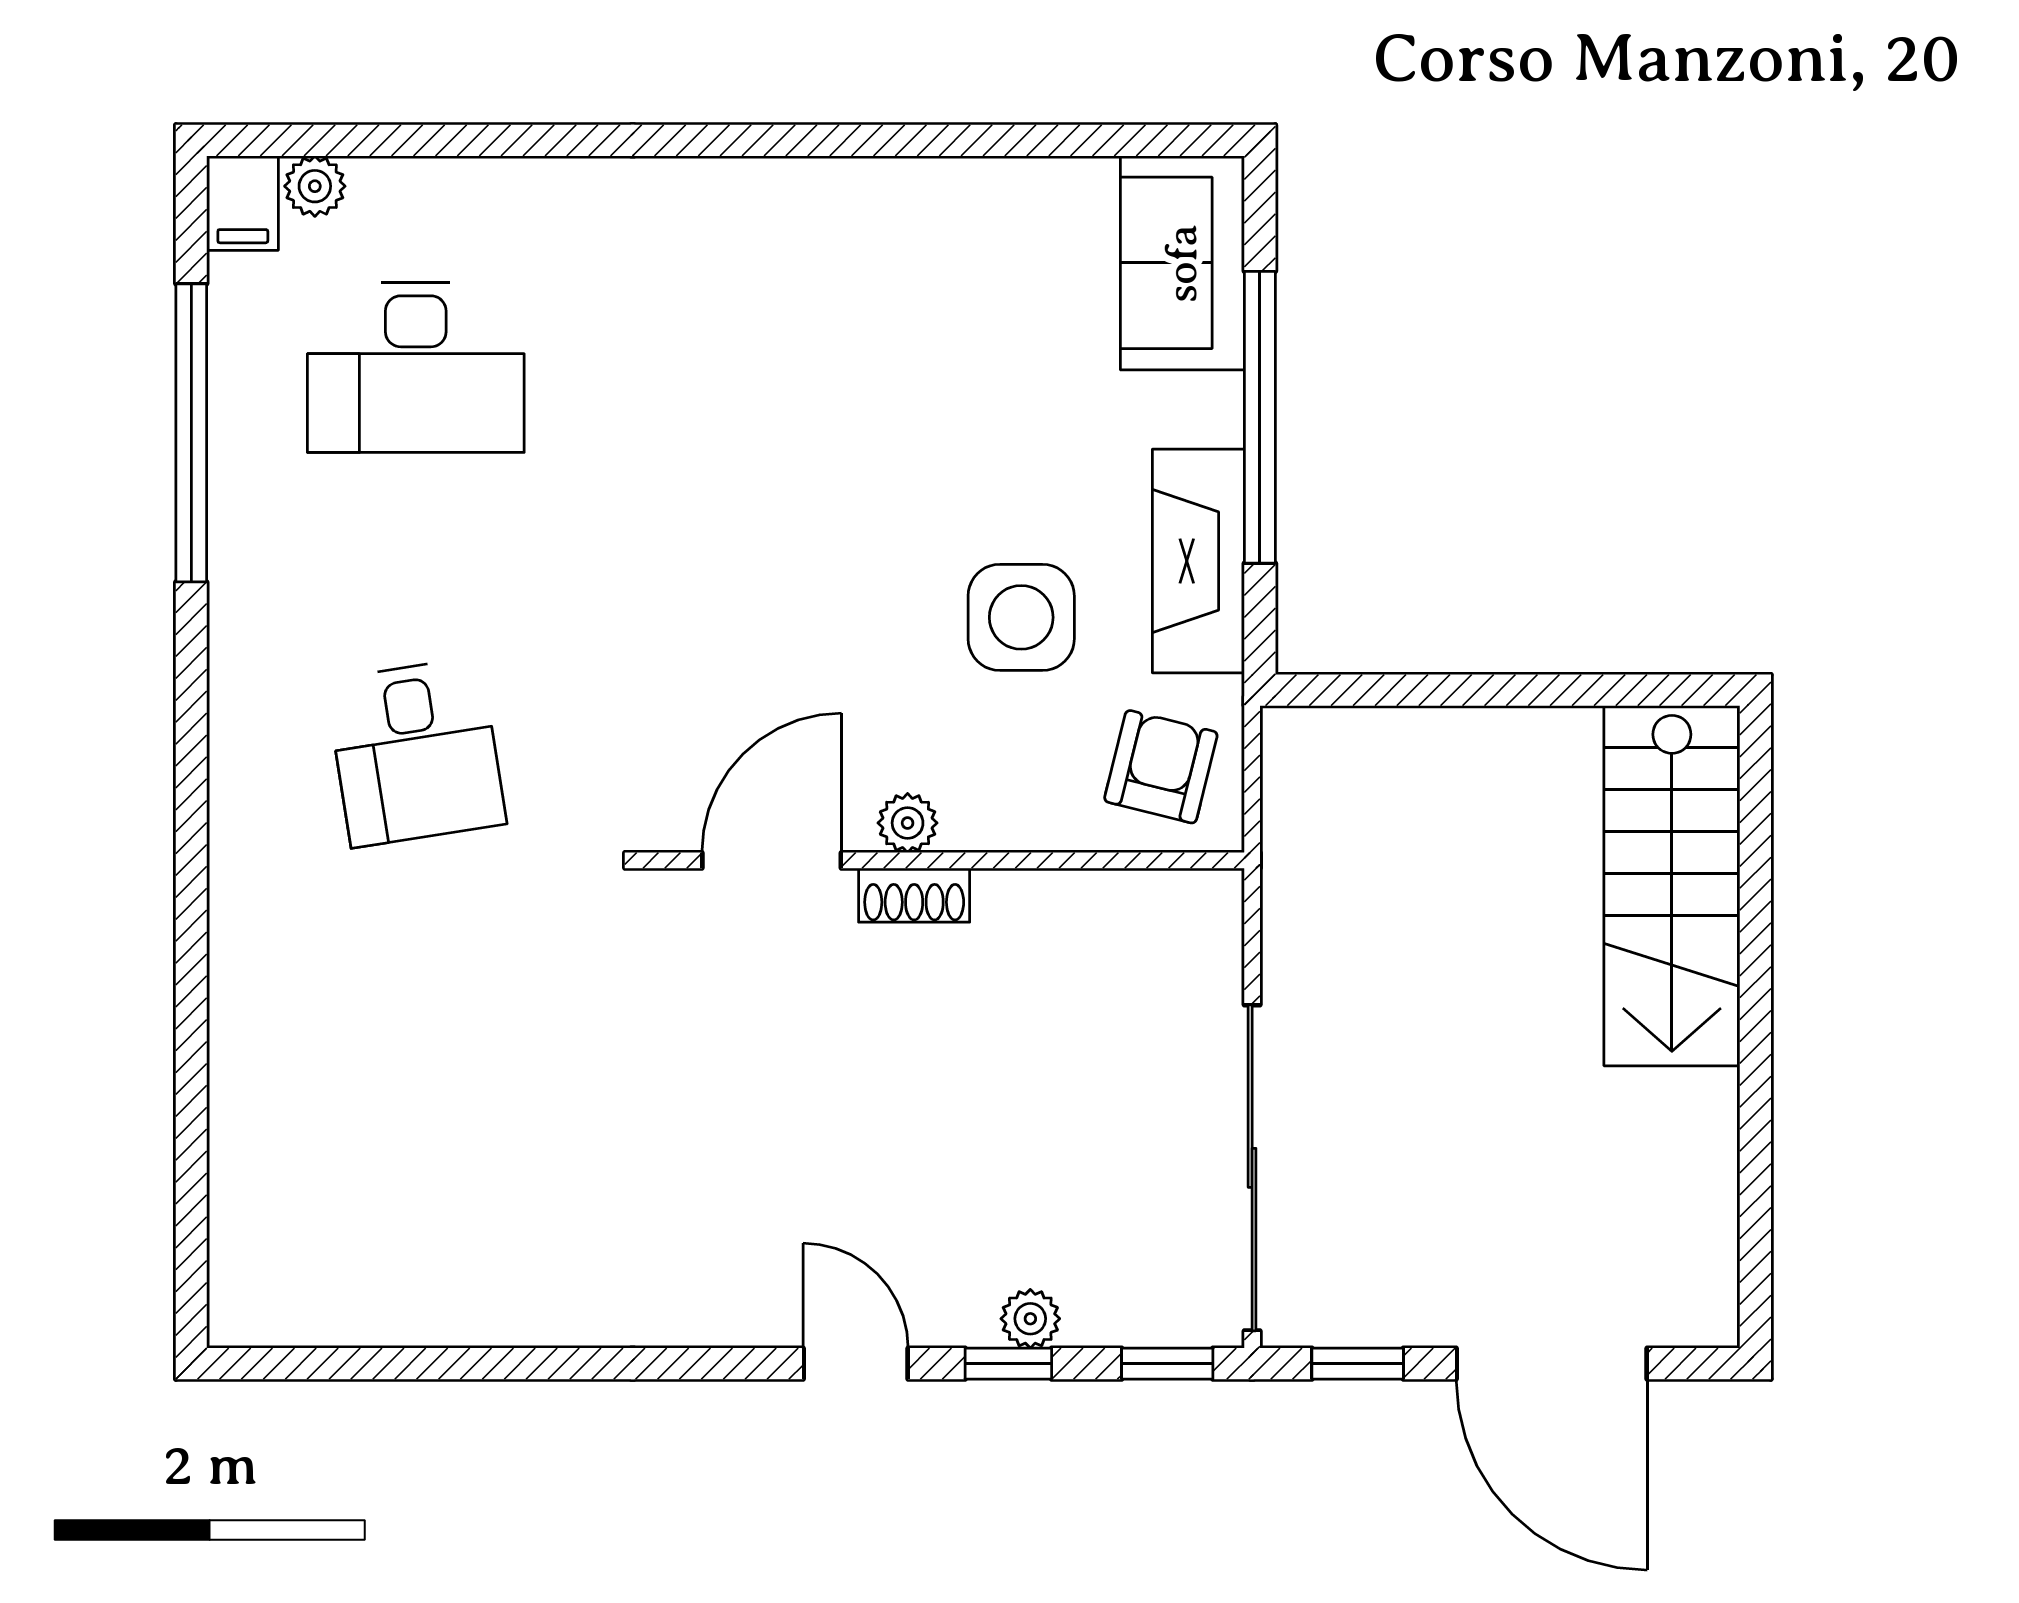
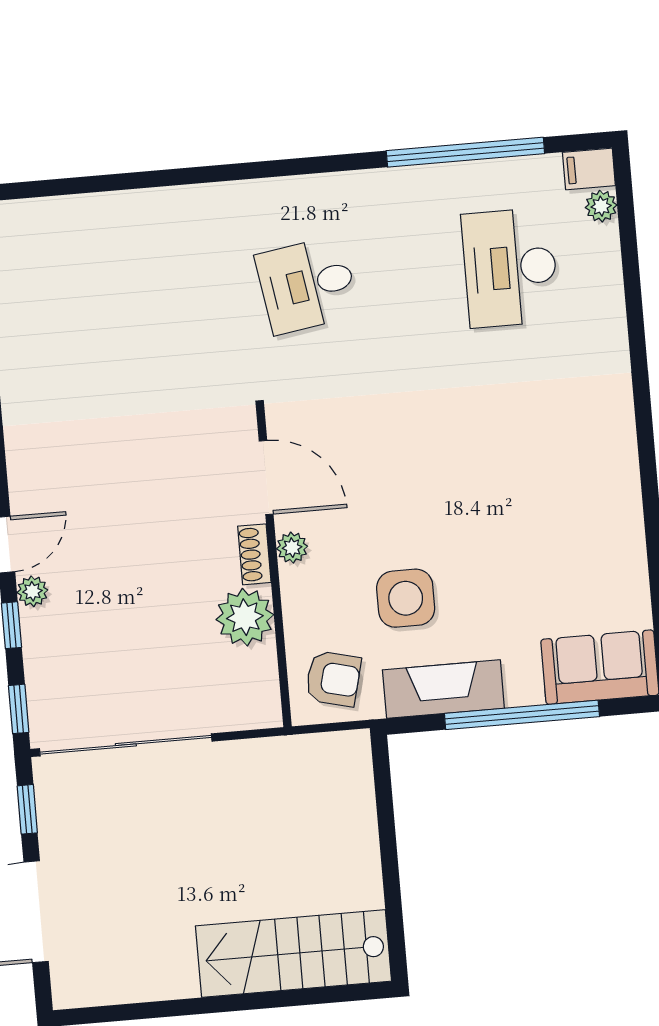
plant: (1031, 923) -> (245, 617), added
plant: (1030, 1319) -> (32, 591), moved

